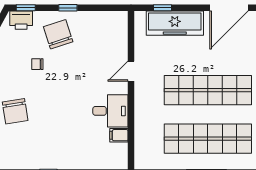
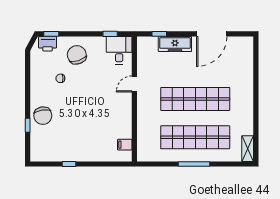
window: (68, 8) -> (110, 34), moved
freezer: (175, 23) -> (175, 44), width x0.73, depth x0.79
desk: (110, 111) -> (119, 50), moved, turned -90
filing cabinet: (119, 135) -> (125, 145), moved

